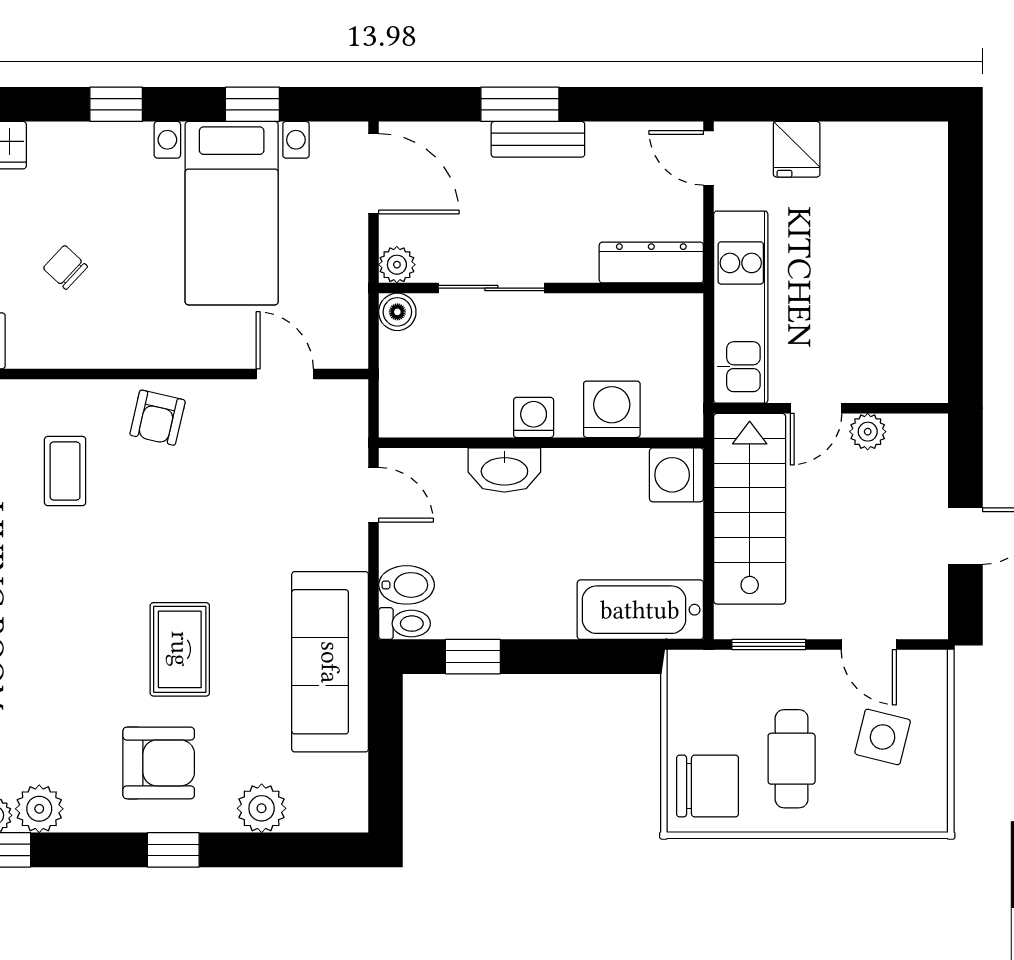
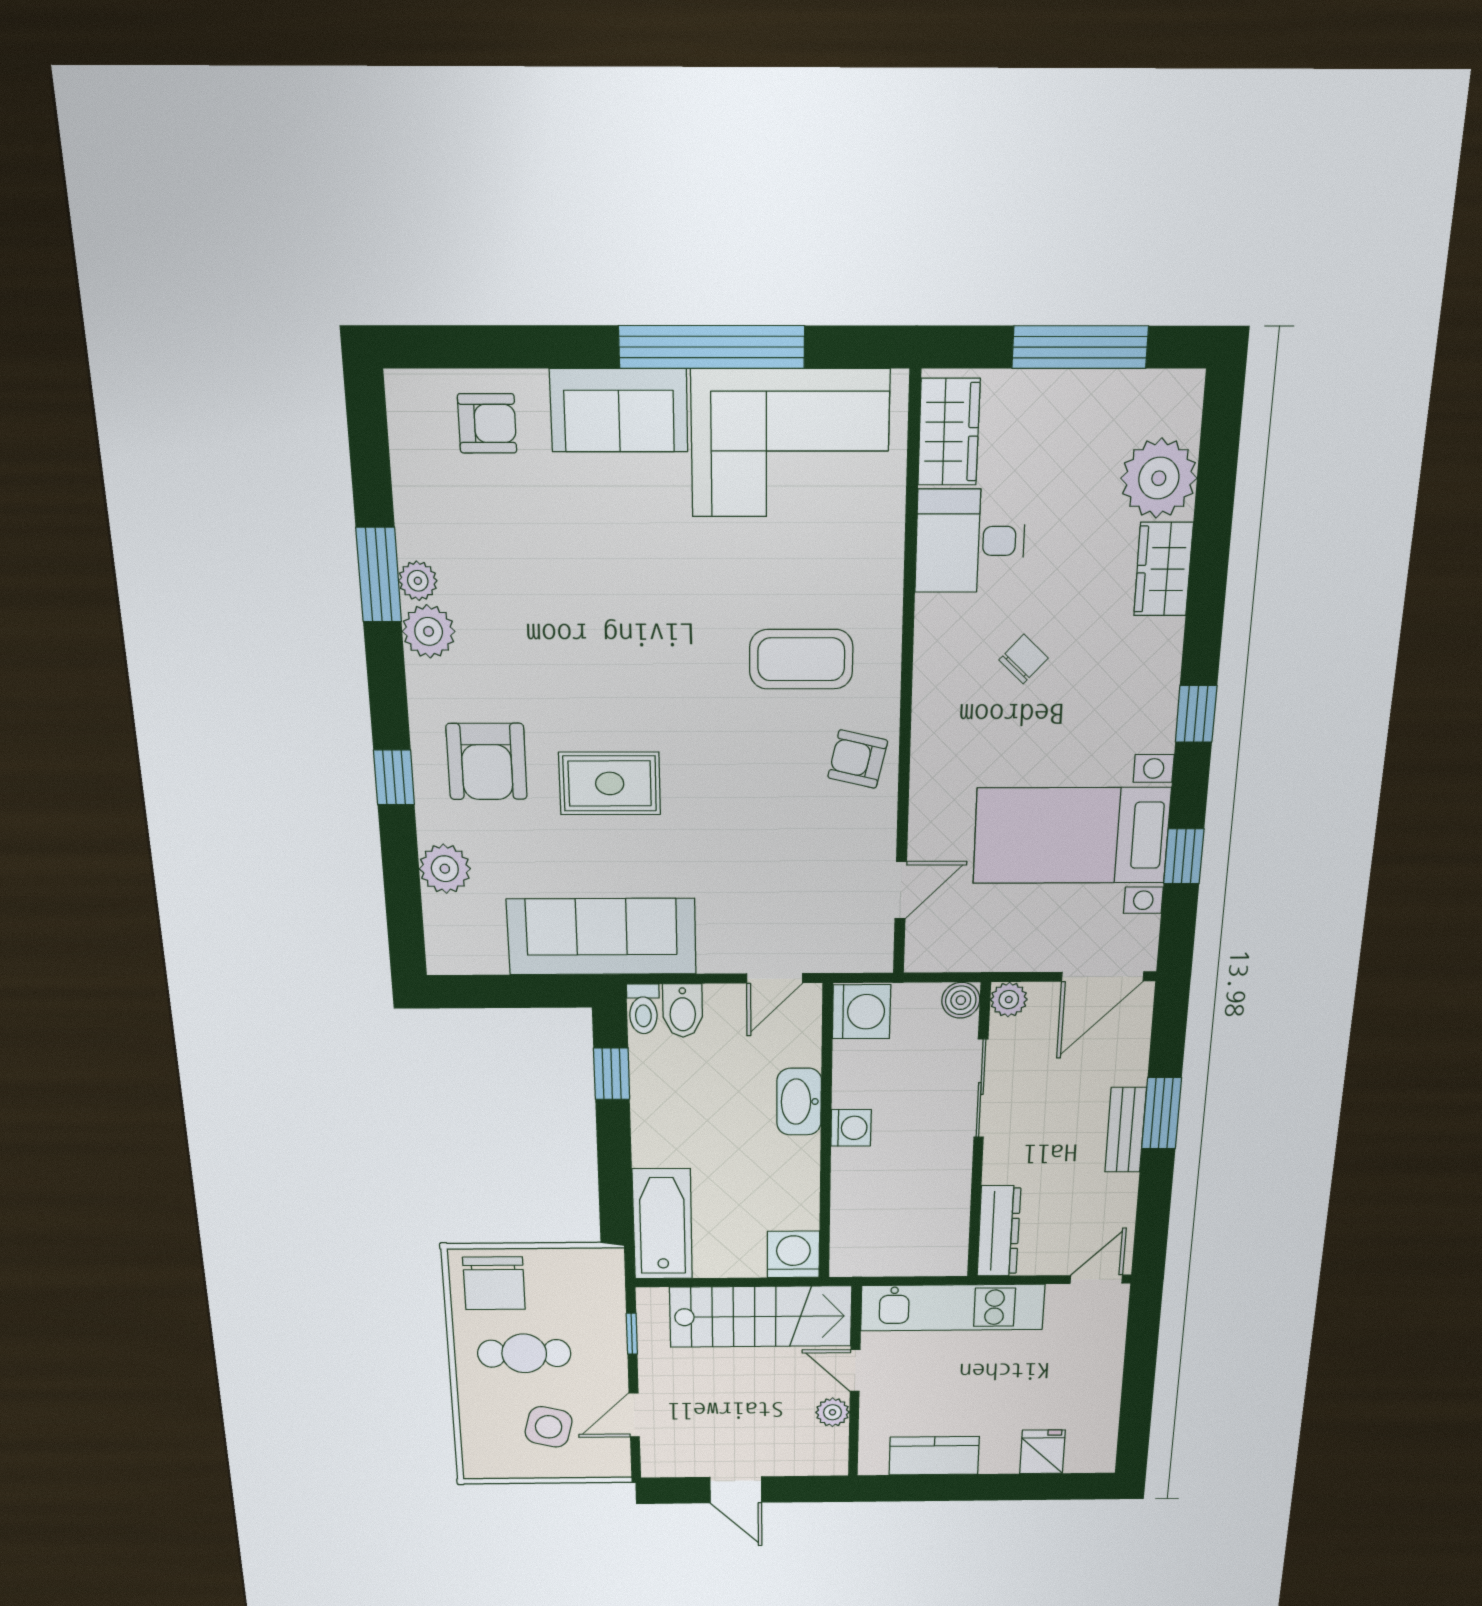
fridge: (797, 149) -> (1042, 1452), moved, turned 90
kitchen counter: (924, 320) -> (934, 1456), added
washing machine: (612, 409) -> (861, 1012), moved
coffee table: (65, 471) -> (801, 659), width x1.36, depth x1.30
window: (769, 645) -> (632, 1334), width x0.67

